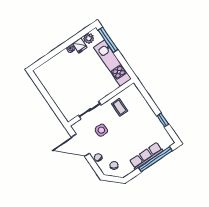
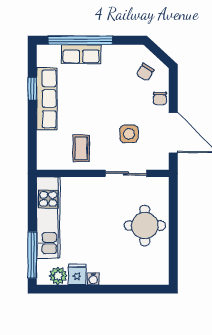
round table: (63, 91) -> (145, 225), added
row of seats: (152, 120) -> (47, 99), added
row of seats: (146, 156) -> (81, 54), width x0.68

